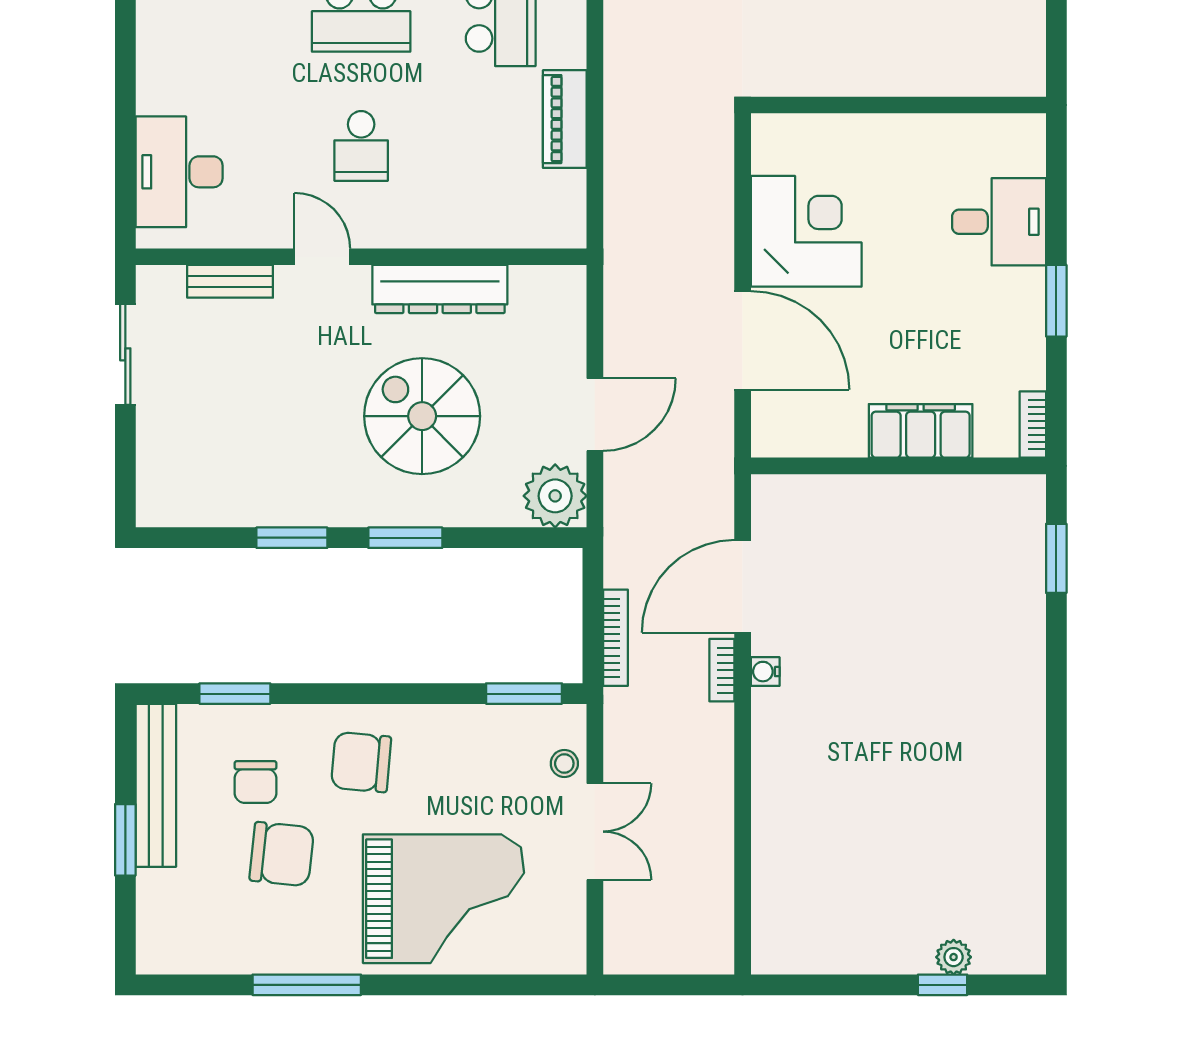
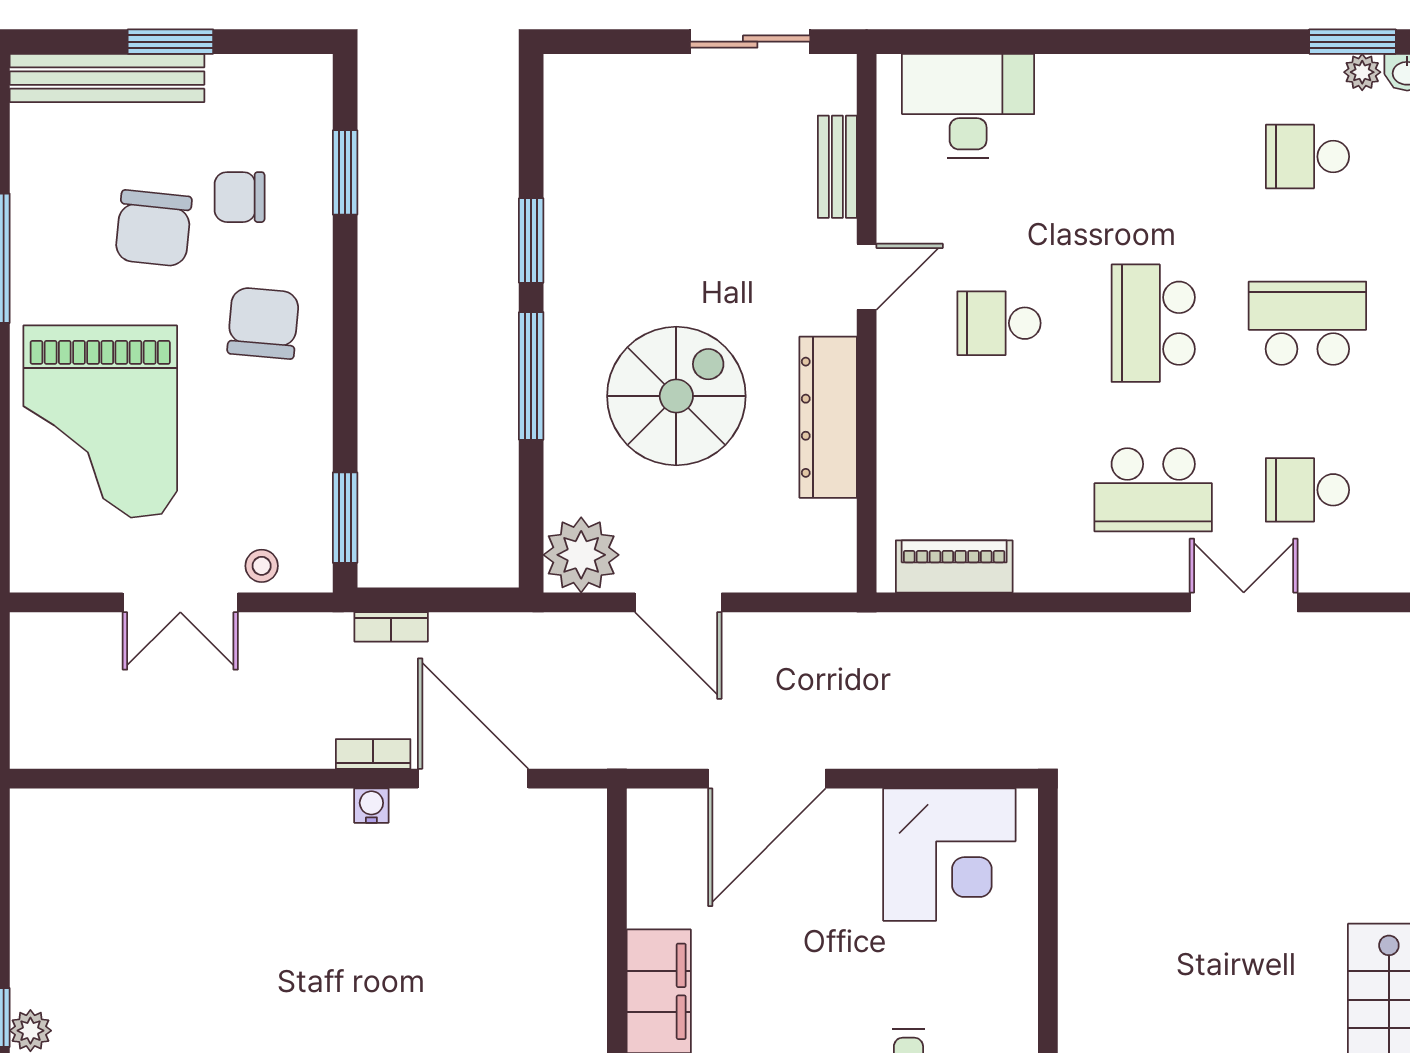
piano: (565, 119) -> (954, 566), moved
corner desk: (806, 231) -> (949, 855), moved
window: (405, 538) -> (531, 376), width x1.44
bookcase: (615, 638) -> (391, 627), width x0.64
bench: (156, 785) -> (107, 78), moved

